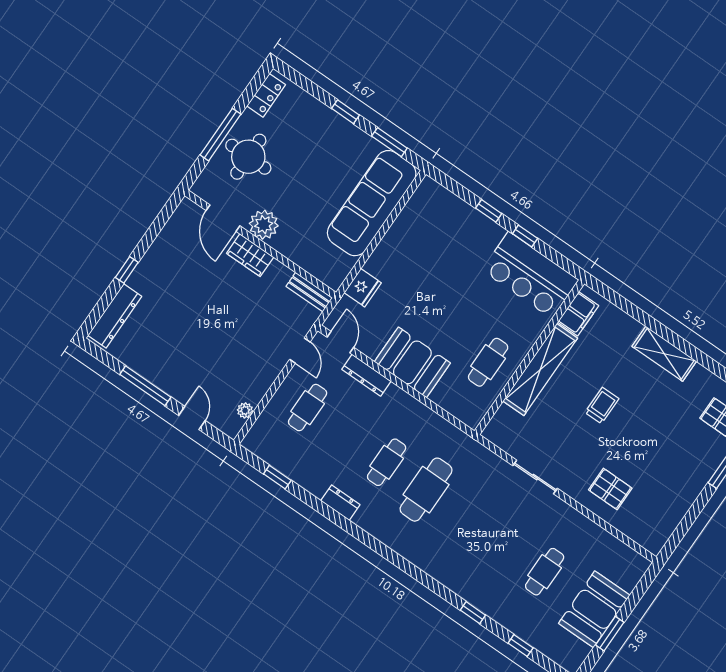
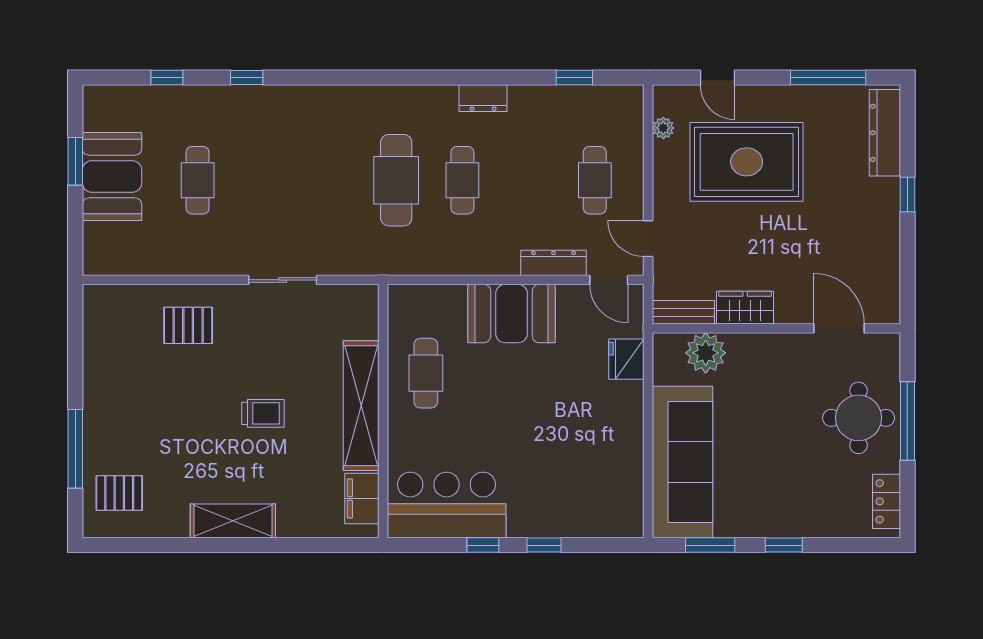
plant: (264, 225) -> (706, 353), moved
wardrobe: (250, 255) -> (745, 308), moved
rug: (209, 356) -> (747, 162), added
window: (145, 386) -> (828, 78), moved
trolley: (602, 406) -> (263, 413), turned -90

